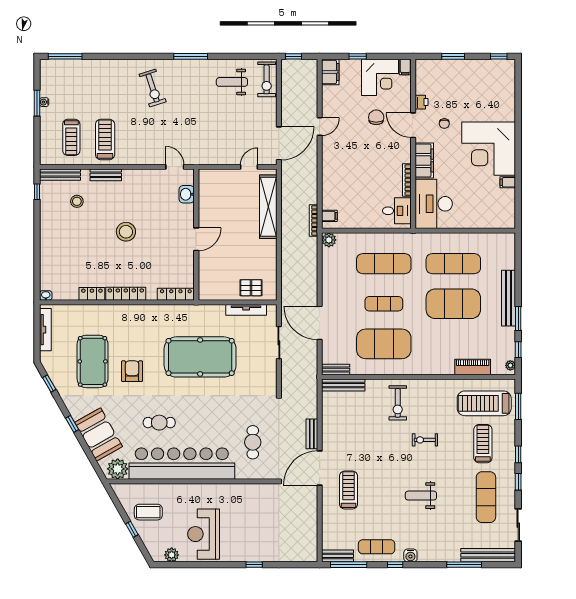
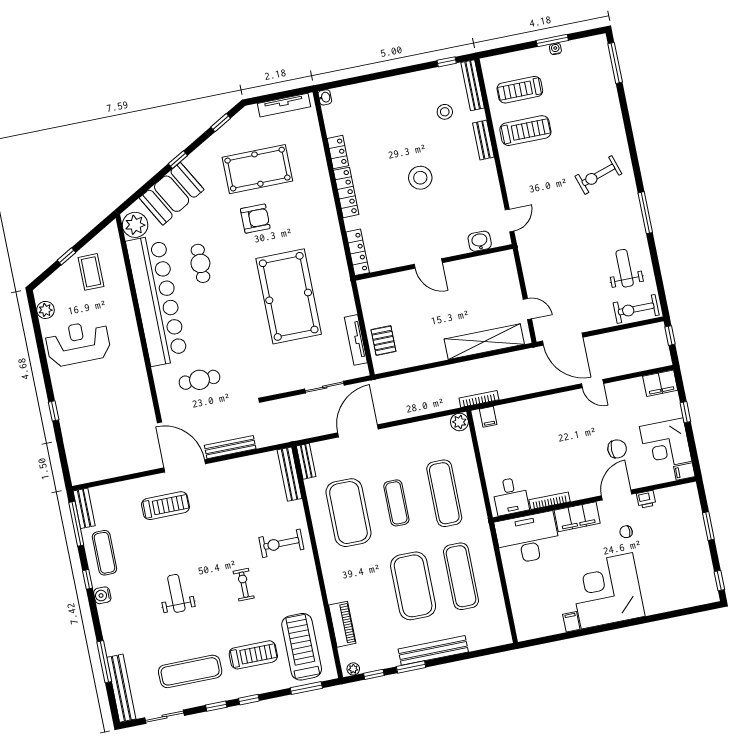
bench: (312, 434) -> (230, 447), width x1.36

